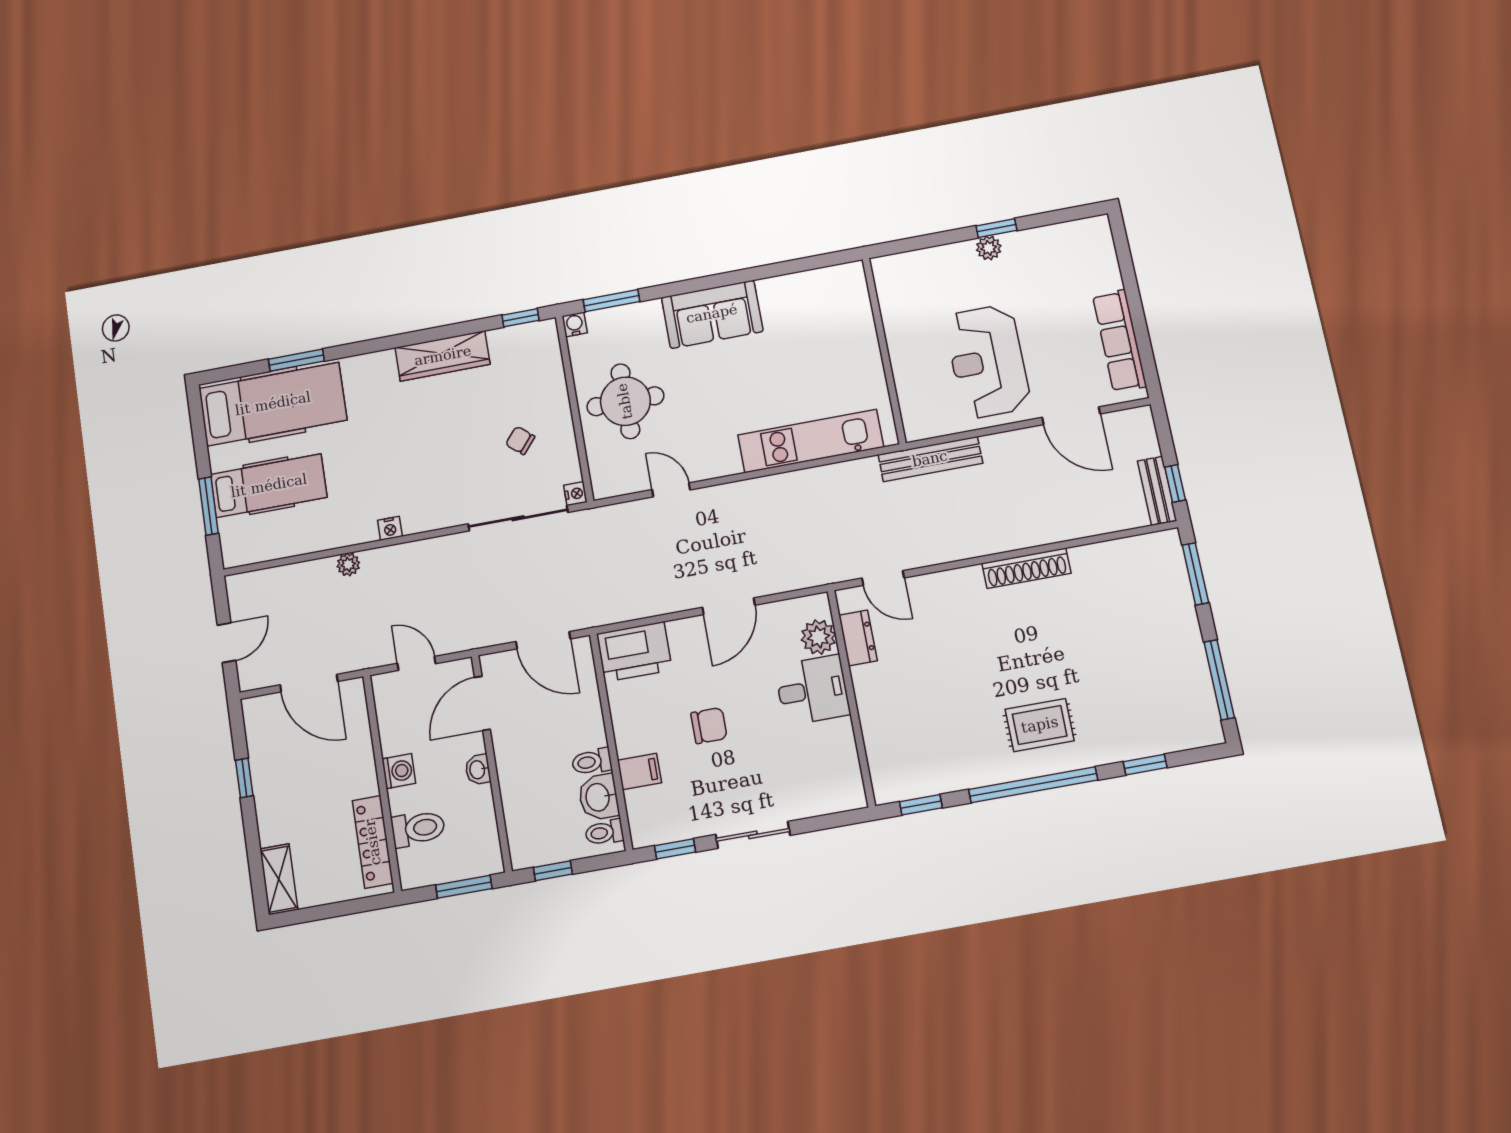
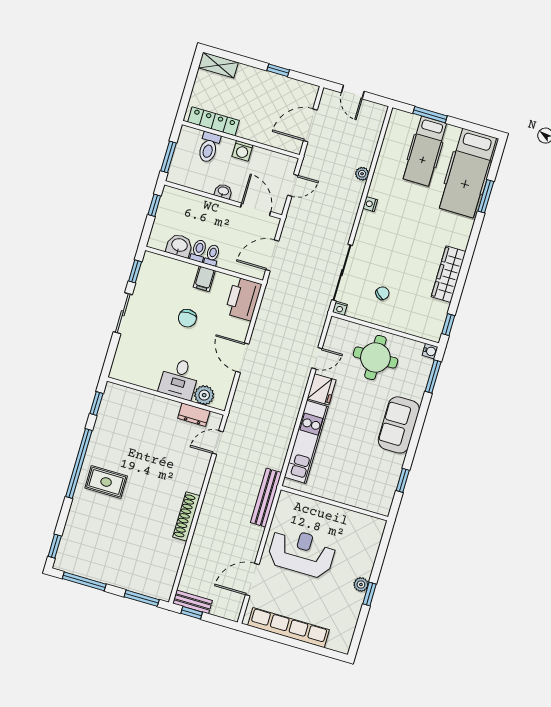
window: (795, 266) -> (403, 480), added
row of seats: (1119, 341) -> (288, 628), width x1.36
fridge: (716, 458) -> (322, 389), added
rug: (1040, 725) -> (106, 482), turned 90
window: (1145, 765) -> (55, 546), moved
filing cabinet: (639, 772) -> (204, 279), moved
toilet: (604, 832) -> (212, 255), moved

